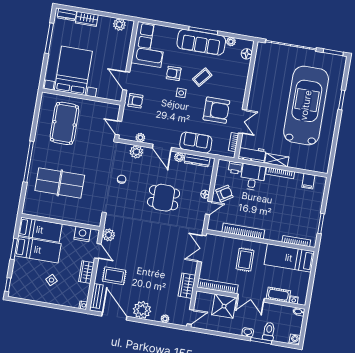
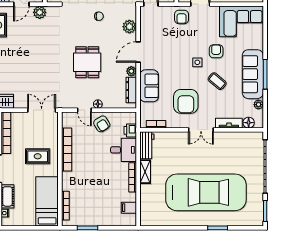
tv unit: (244, 73) -> (229, 123), added
double door: (242, 121) -> (201, 130), moved
plant: (140, 138) -> (145, 28), removed

